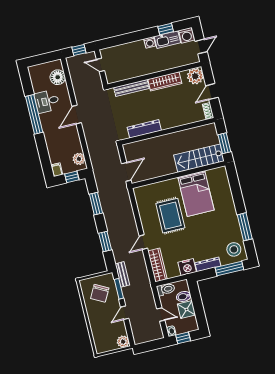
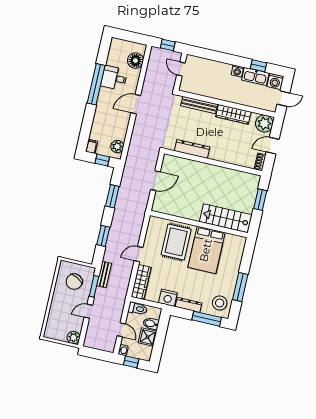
stairs: (199, 158) -> (226, 218), moved
wall: (178, 175) -> (199, 224), moved
bed: (196, 194) -> (206, 250), moved

